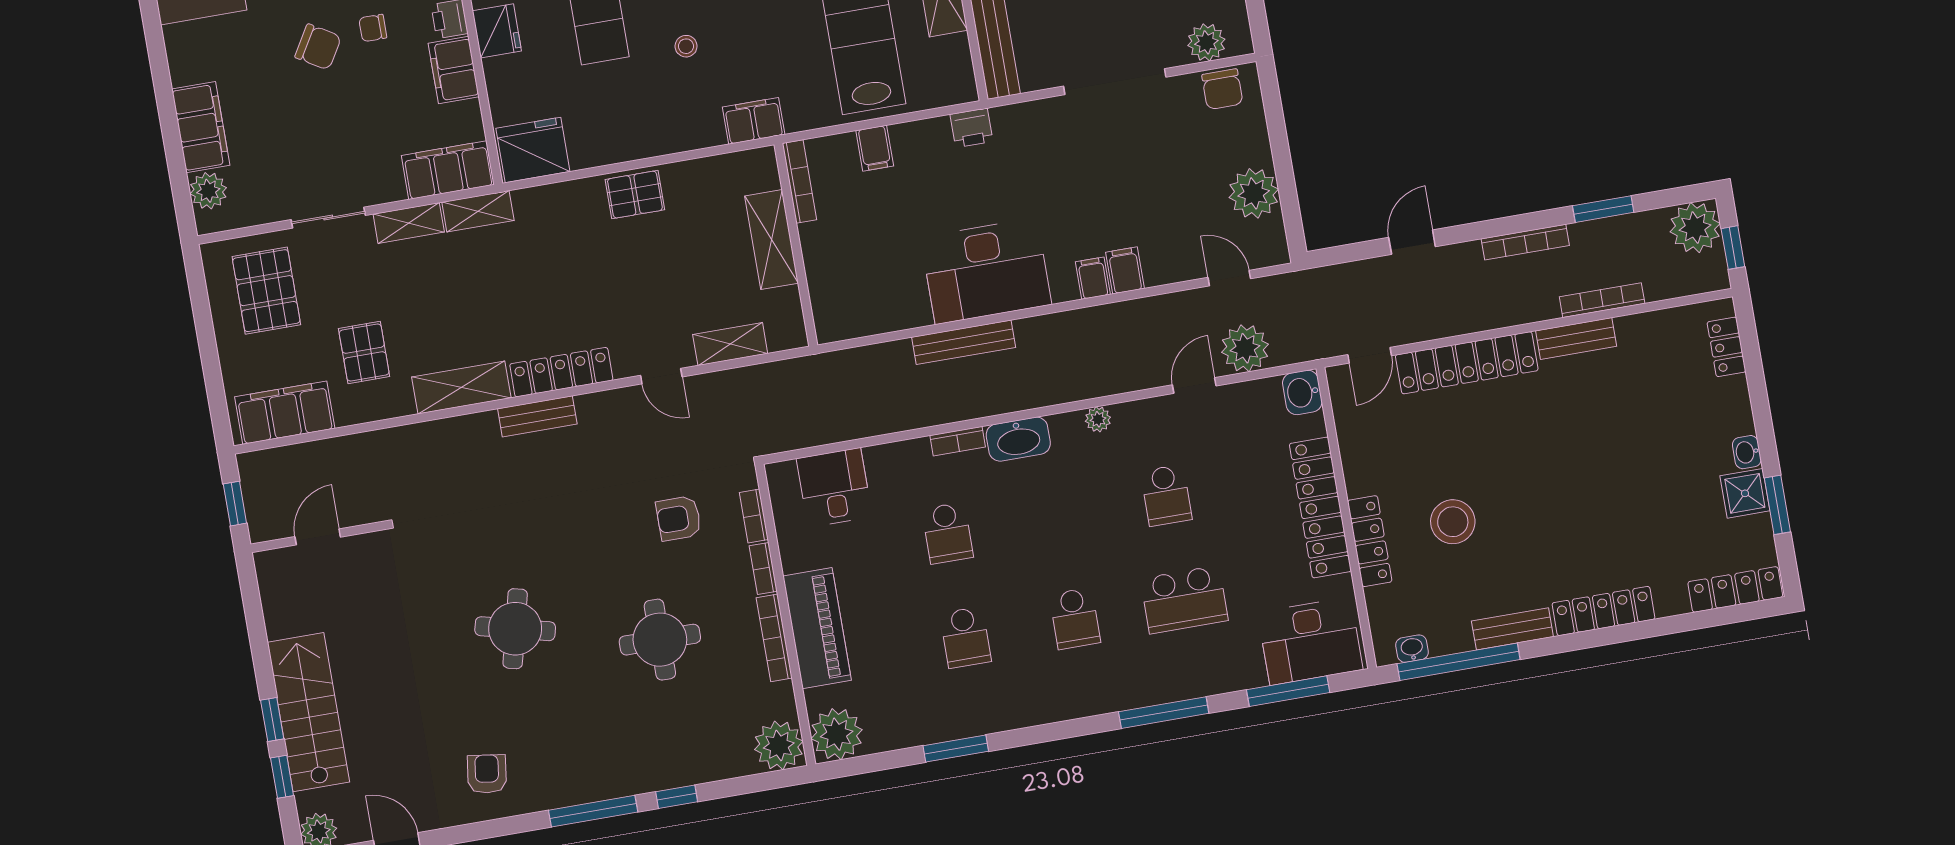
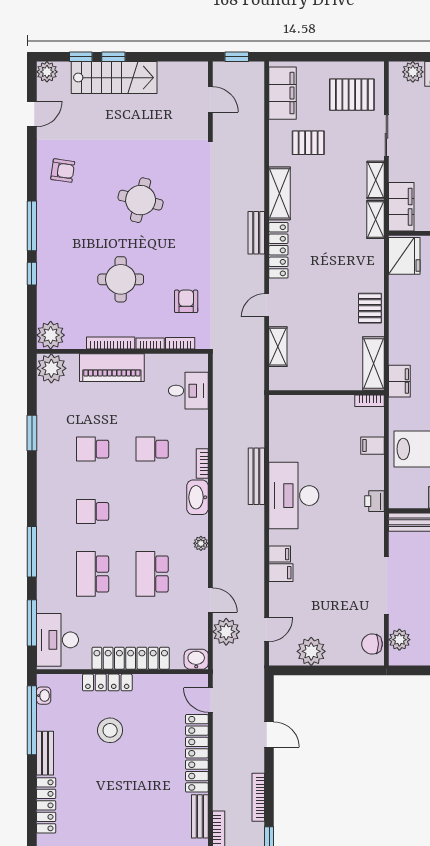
bookcase: (800, 181) -> (370, 401), width x0.64
shelving: (772, 240) -> (374, 363), moved, turned 90
school desk: (1166, 495) -> (152, 574), width x1.85

